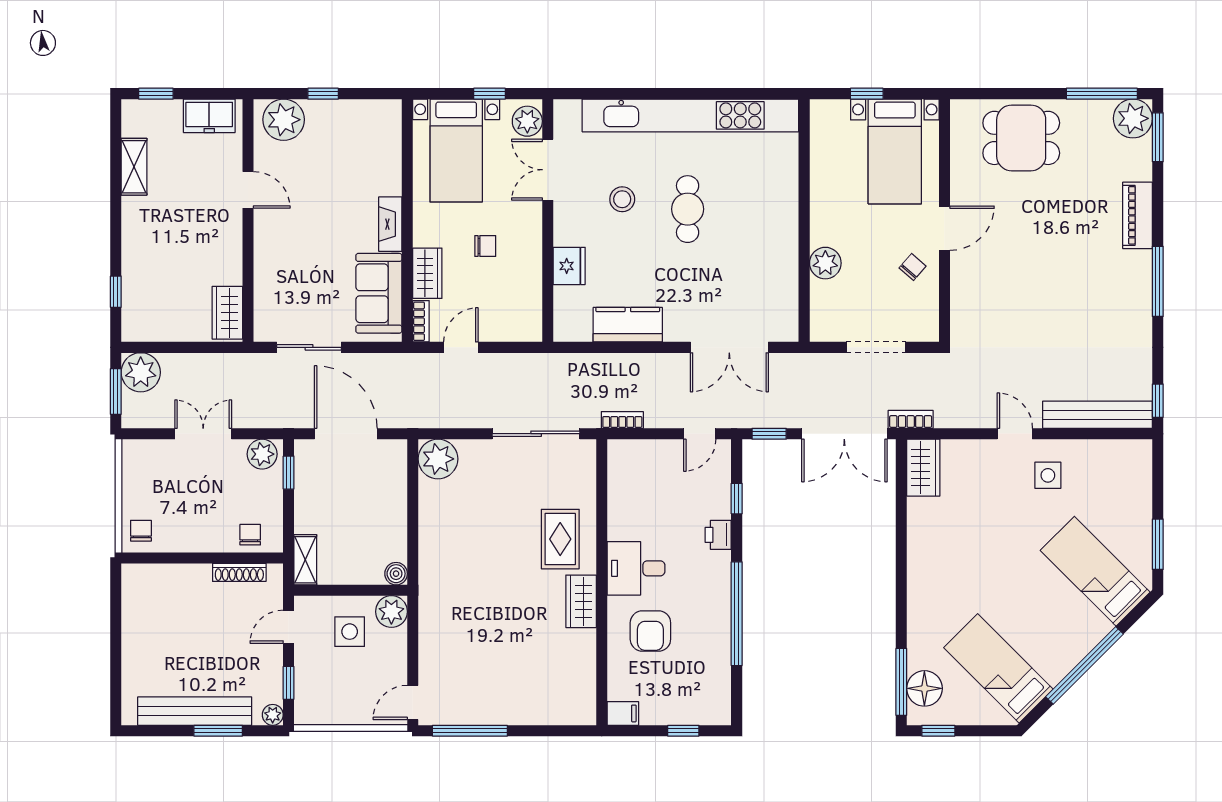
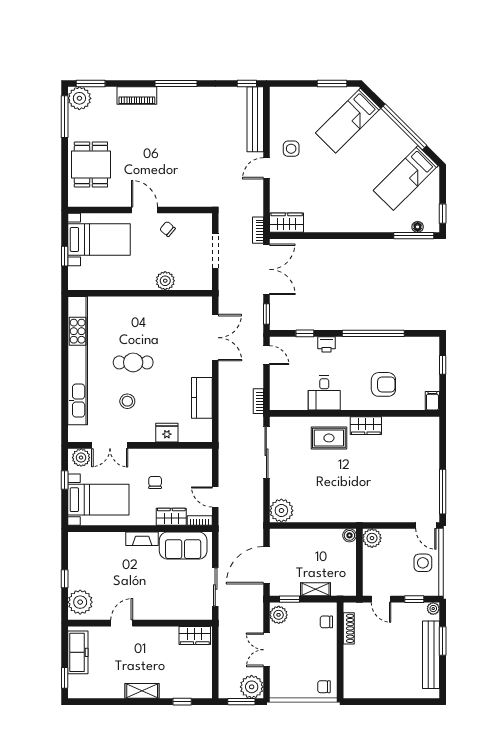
freezer: (209, 116) -> (78, 652), width x1.40
shelving: (134, 167) -> (142, 691), moved
plant: (141, 372) -> (252, 687), moved
shelving: (305, 560) -> (315, 589), moved
desk: (636, 568) -> (324, 393), moved
side table: (350, 632) -> (423, 563), moved
floor lamp: (924, 688) -> (418, 227), width x0.53, depth x0.53

